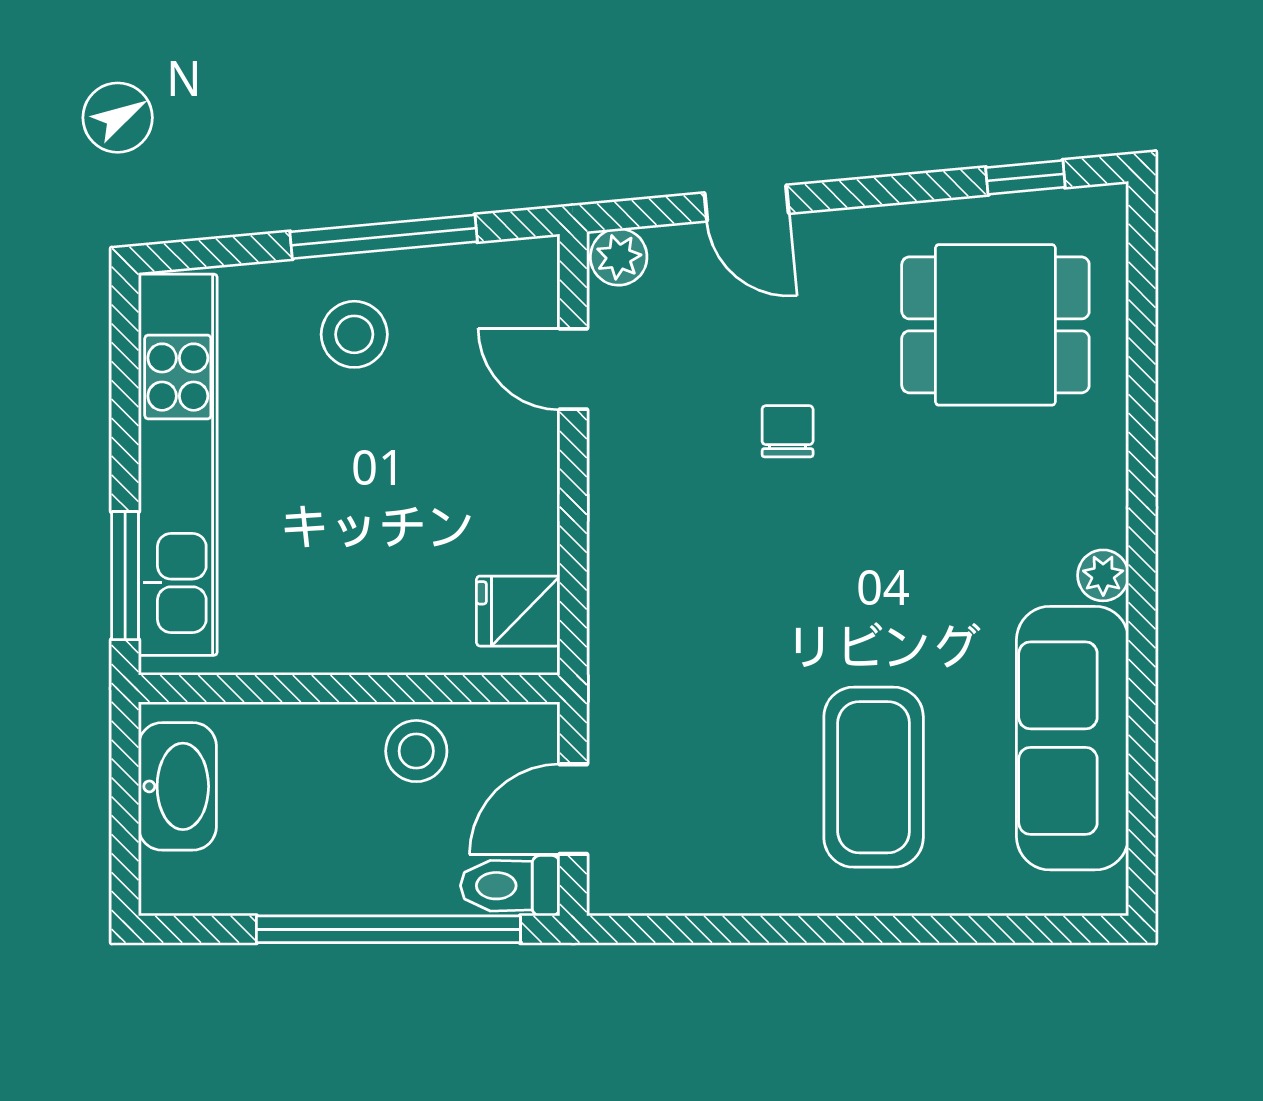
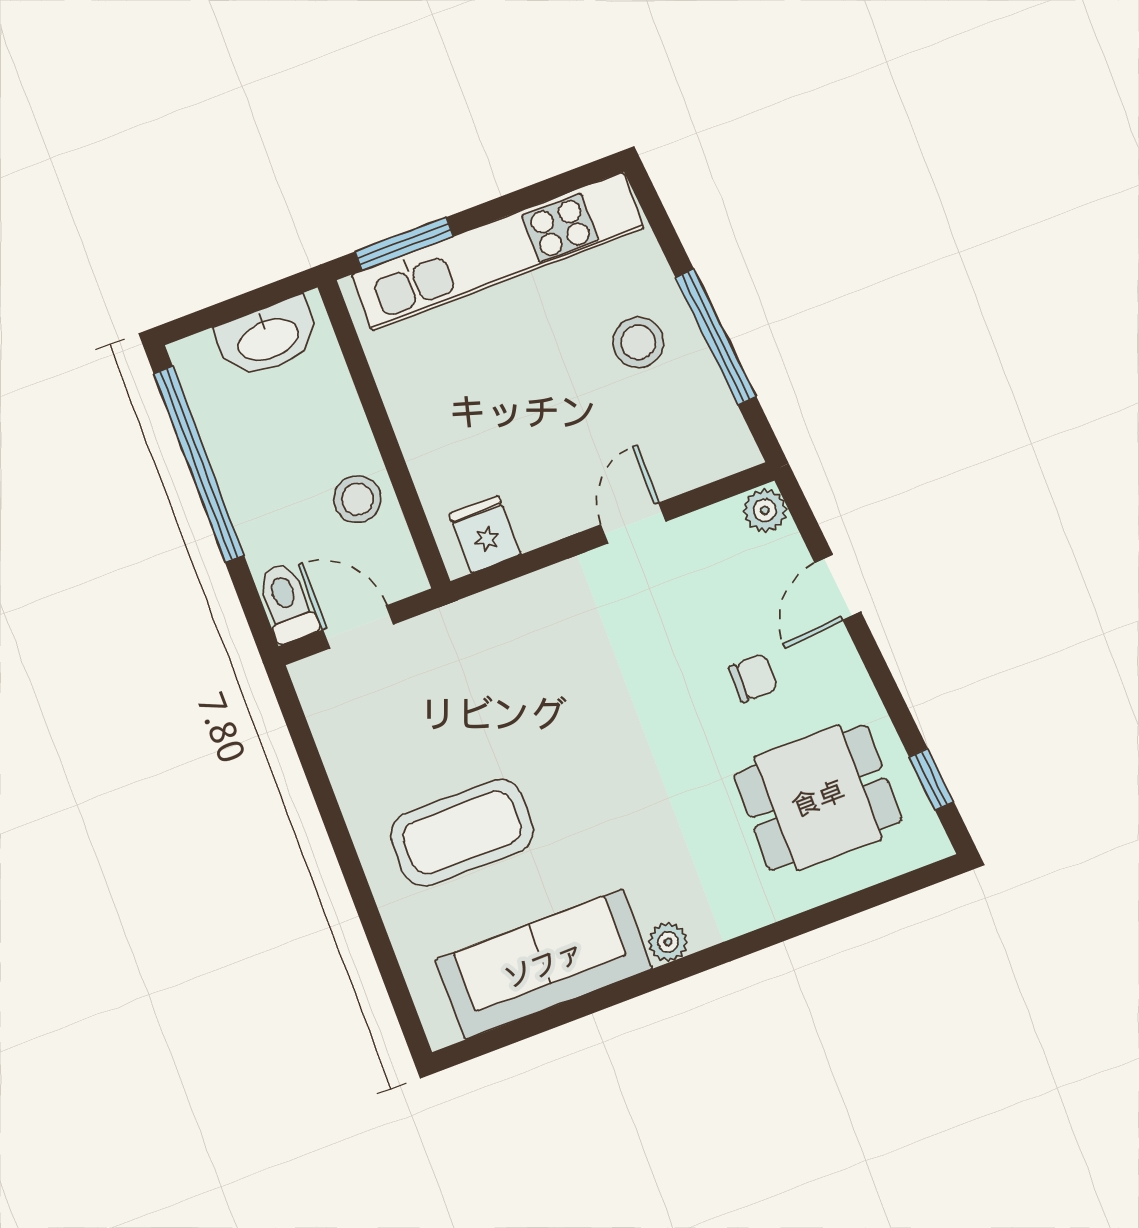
dining table: (995, 325) -> (818, 798), turned 90
door: (573, 369) -> (633, 523), moved
chair: (788, 431) -> (753, 678), moved
window: (388, 929) -> (199, 464), moved

